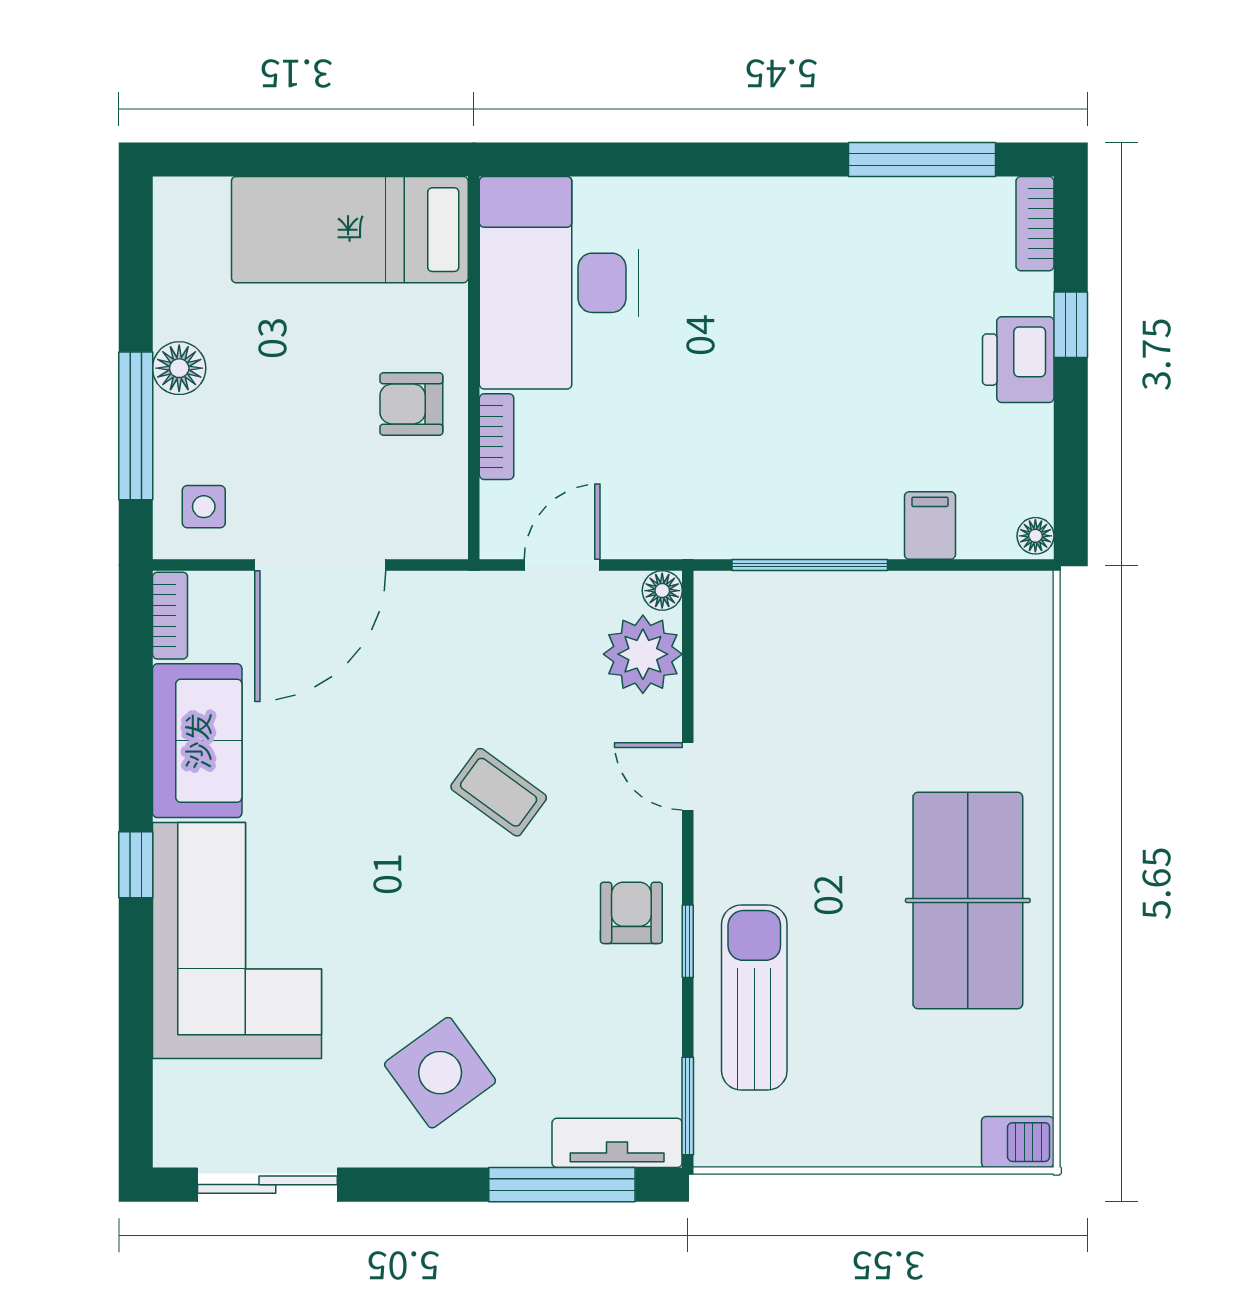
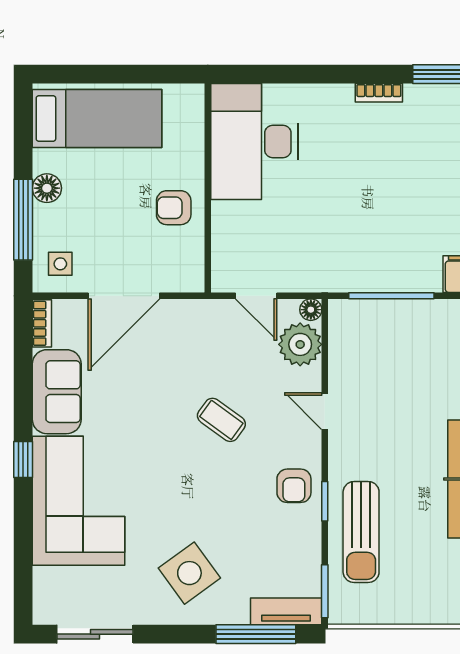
bed: (350, 230) -> (97, 118), moved, turned 180
bookcase: (497, 437) -> (379, 93), moved, turned 90
door: (562, 565) -> (256, 296), swing flipped
armchair: (631, 913) -> (294, 486), turned 180
sun lounger: (754, 998) -> (361, 532), turned 180

